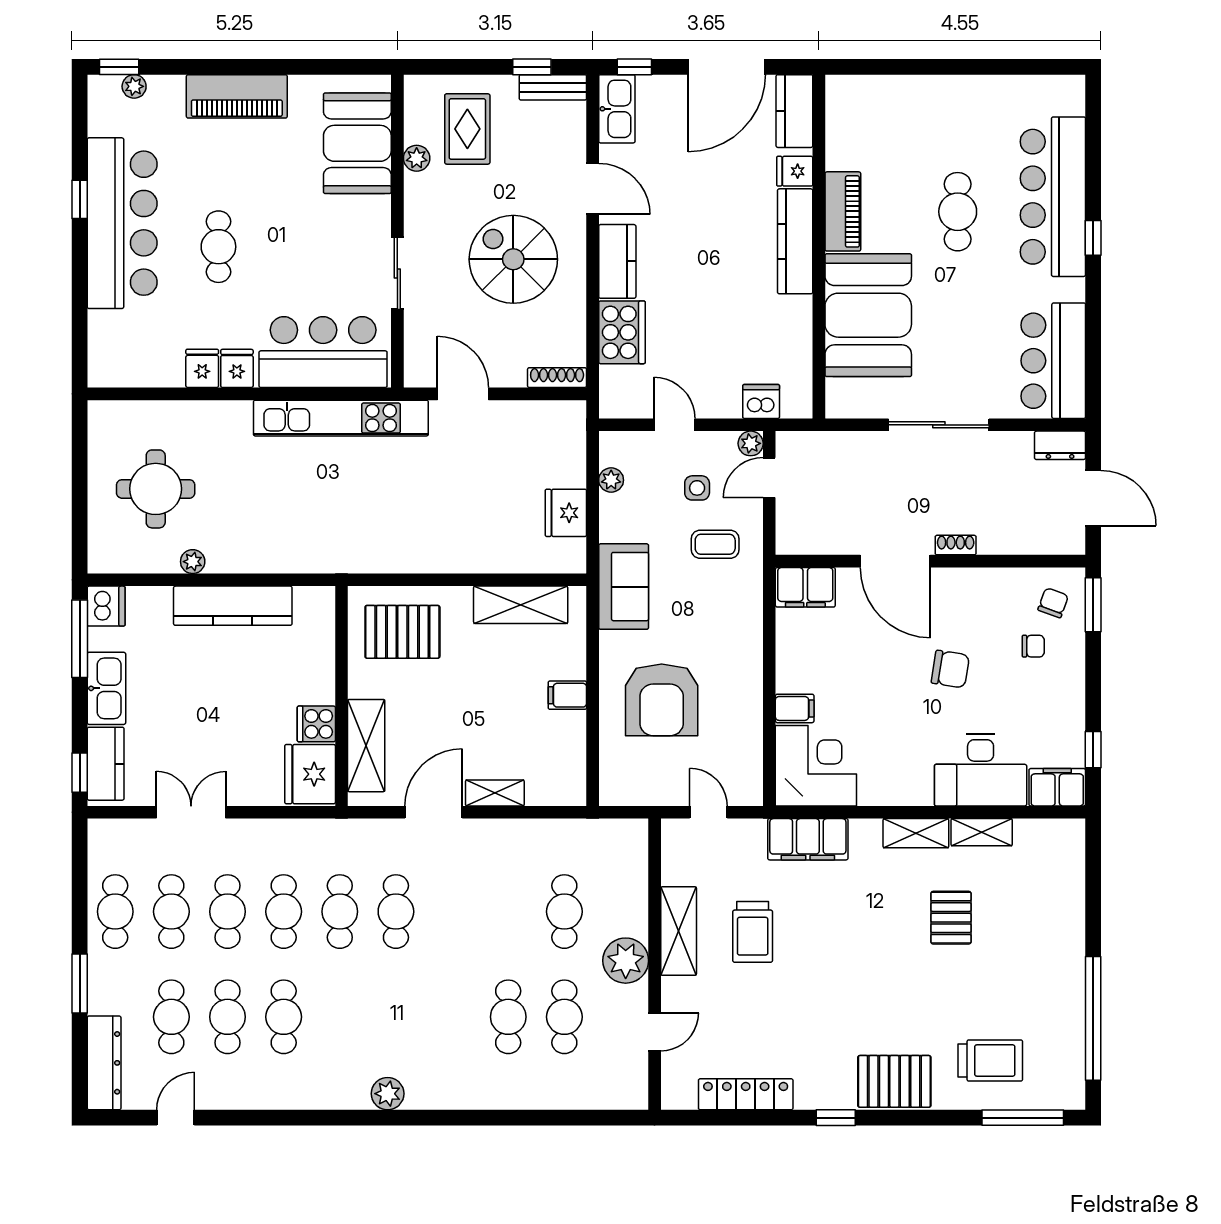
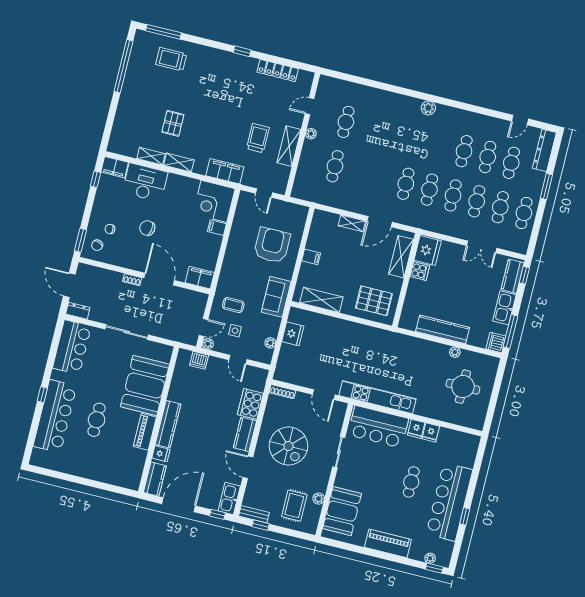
plant: (626, 961) -> (311, 134), width x0.53, depth x0.53
cafe table: (508, 1017) -> (370, 128), removed
pallet: (894, 1081) -> (214, 60), removed

